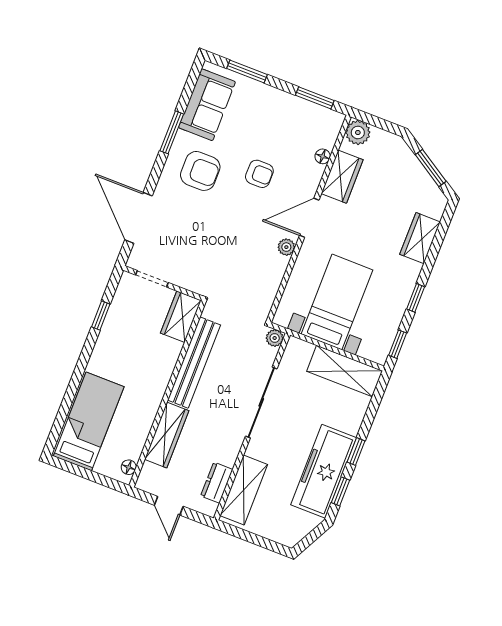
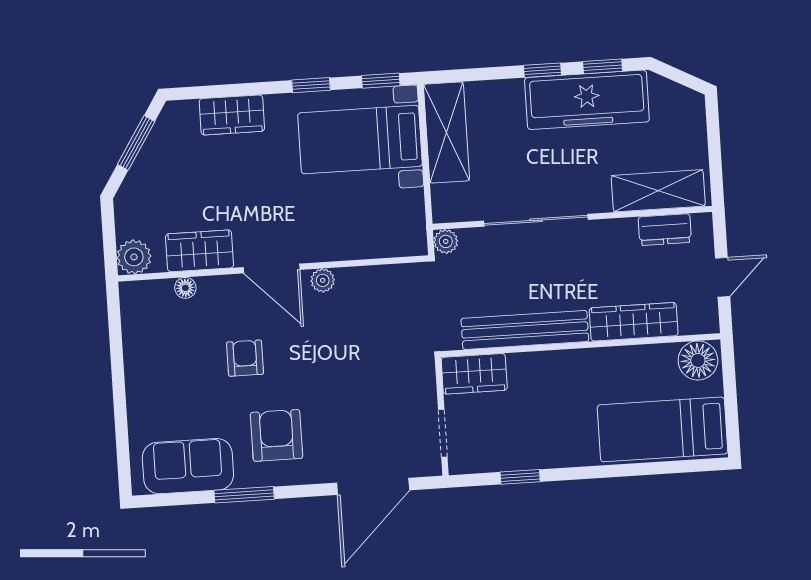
window: (247, 72) -> (122, 435), removed
window: (315, 98) -> (115, 333), removed
bed with nightstands: (337, 302) -> (360, 140), moved
floor lamp: (129, 467) -> (698, 360), width x1.89, depth x1.89

